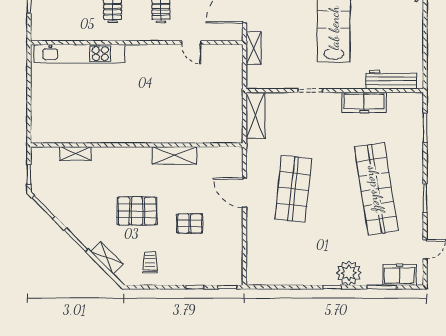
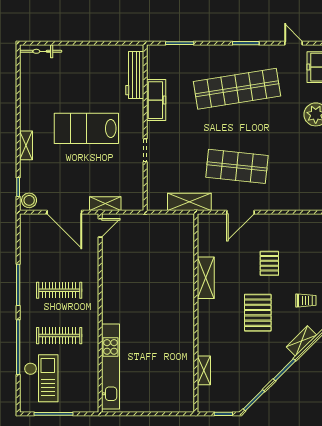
door: (191, 43) -> (100, 228), moved
shelving: (255, 115) -> (189, 202), moved
trolley: (150, 262) -> (306, 300), turned 180

